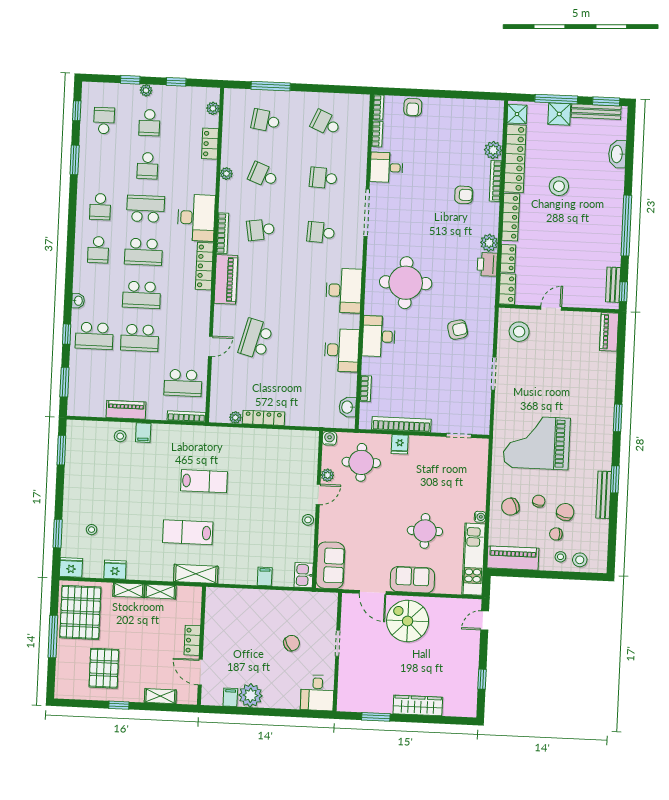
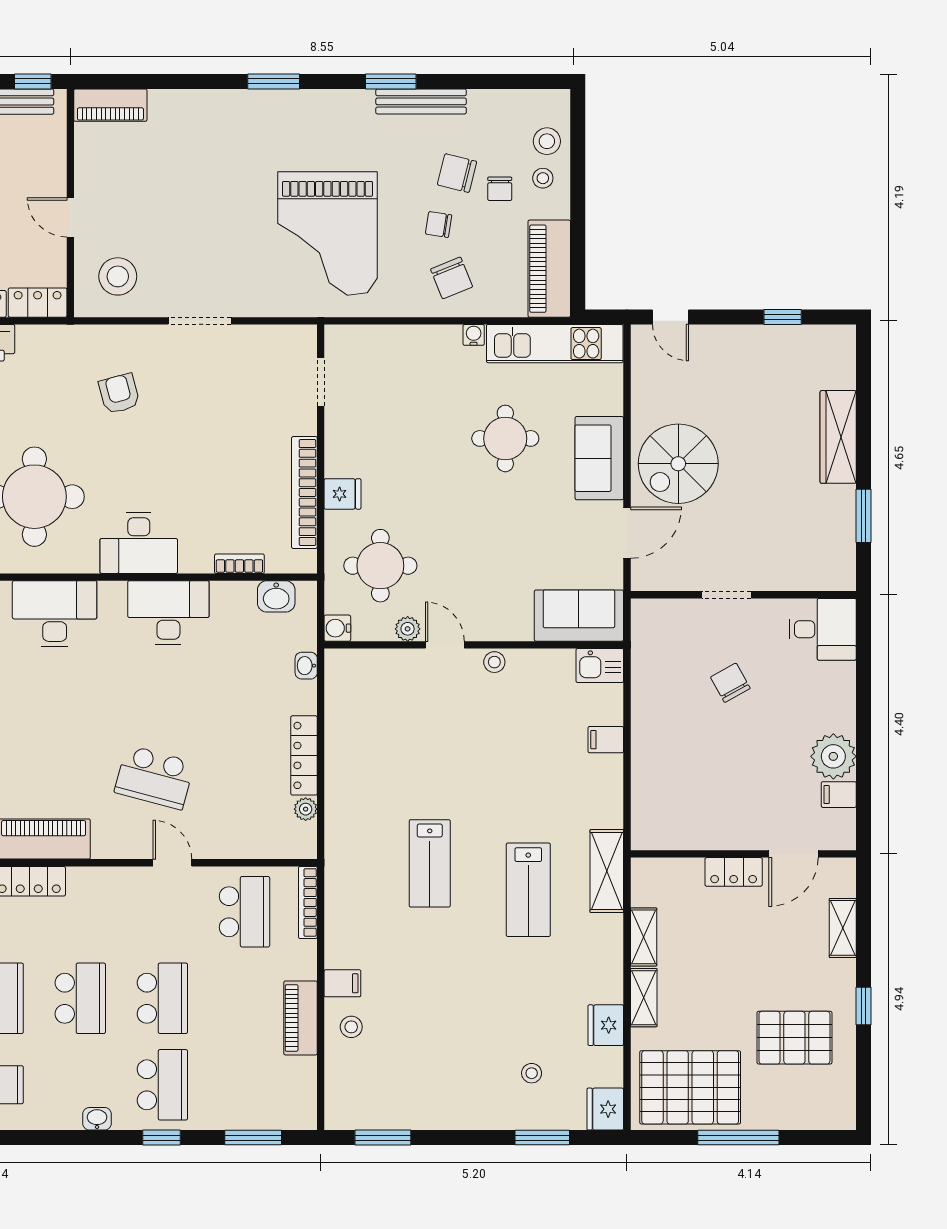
washbasin: (311, 421) -> (306, 666), added
lab bench: (204, 481) -> (430, 863), turned 180

